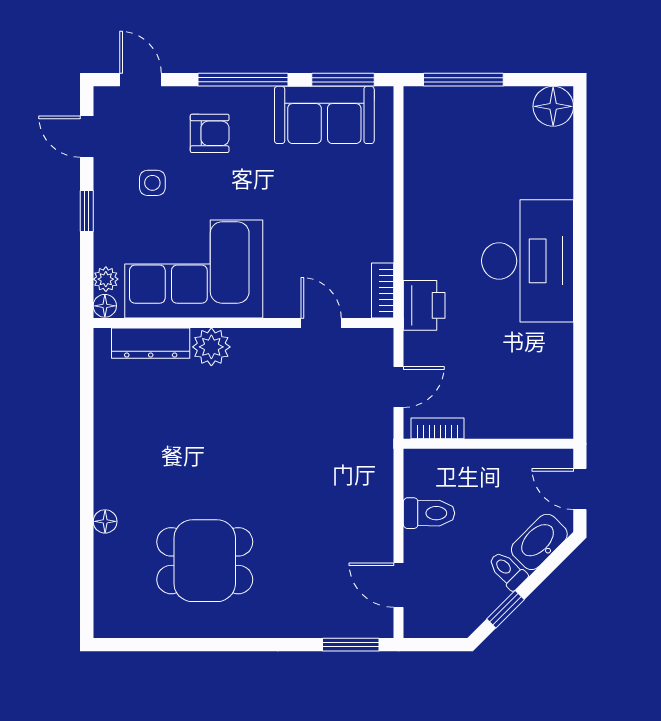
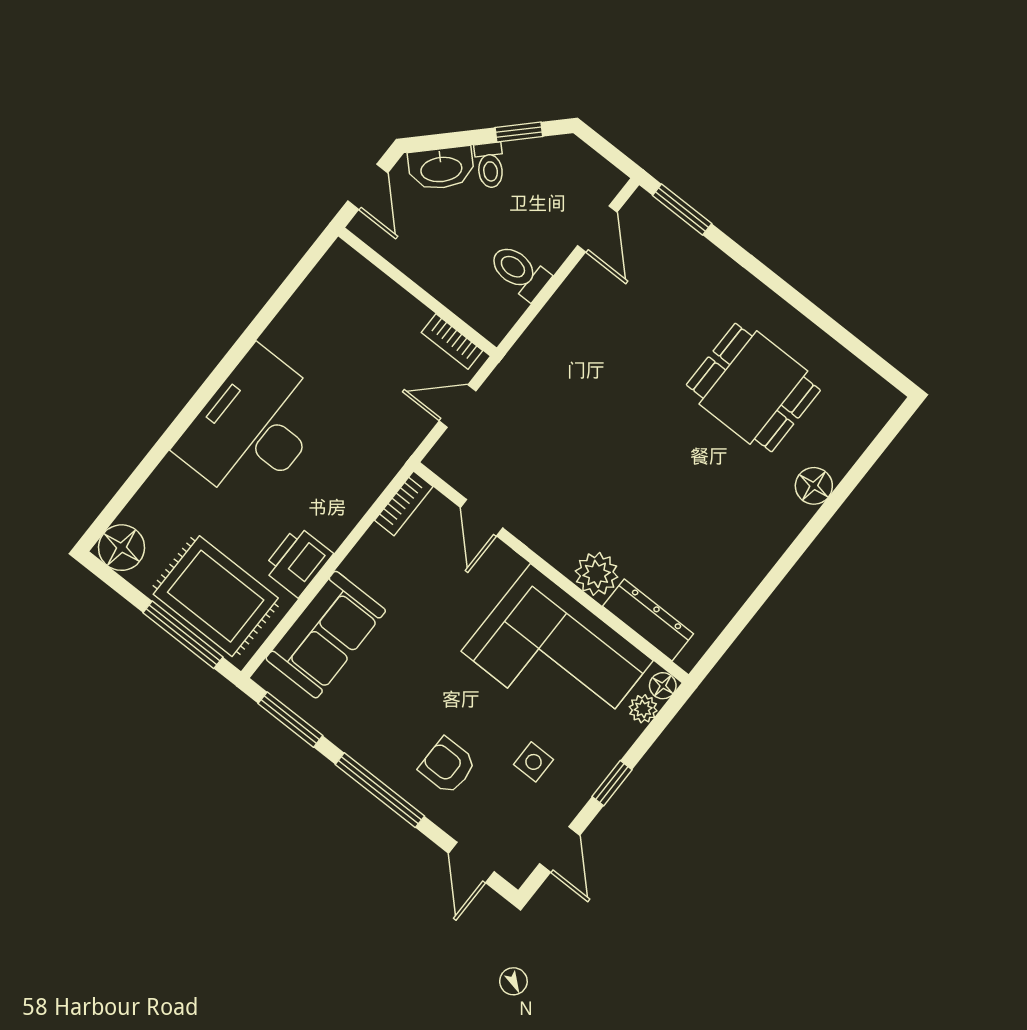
sofa: (324, 115) -> (326, 635), moved, turned 90
rug: (462, 124) -> (216, 596), added
printer: (424, 305) -> (298, 561), moved
floor lamp: (105, 521) -> (814, 486), width x1.37, depth x1.37

